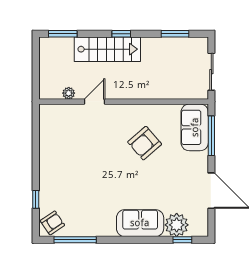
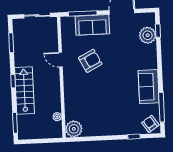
door: (95, 102) -> (61, 60), moved
plant: (50, 116) -> (74, 129), added
sofa: (195, 127) -> (92, 25), moved
armchair: (145, 143) -> (90, 61), turned -76
sofa: (140, 223) -> (149, 87), moved

